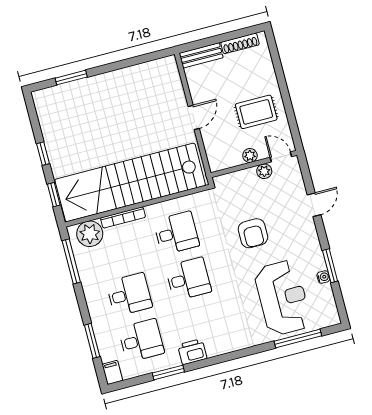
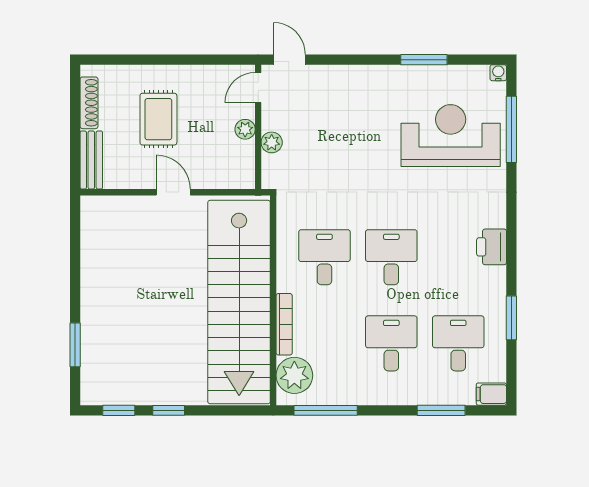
rug: (256, 112) -> (158, 119), moved
plant: (264, 171) -> (272, 142), moved
window: (54, 195) -> (119, 410), moved
door: (314, 205) -> (289, 60), moved
armchair: (253, 233) -> (352, 153), removed
water cooler: (323, 277) -> (498, 73), moved
printer: (192, 352) -> (492, 247), moved

